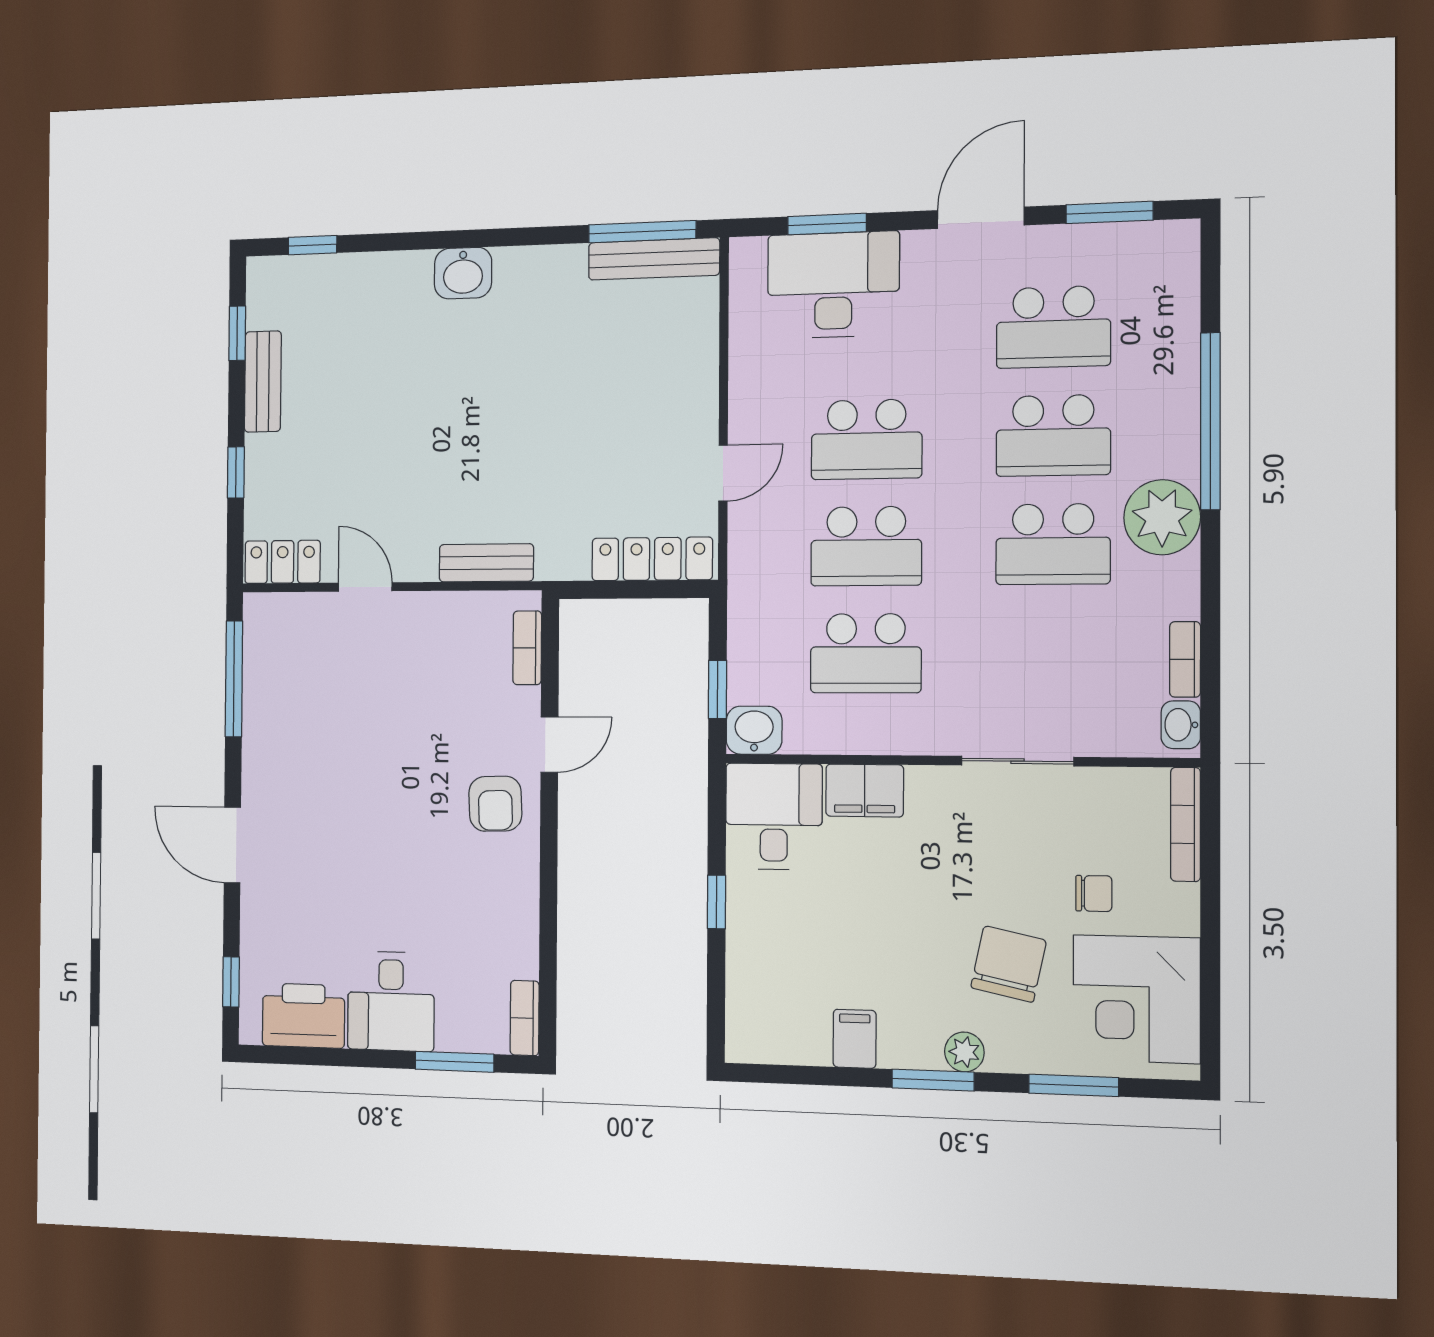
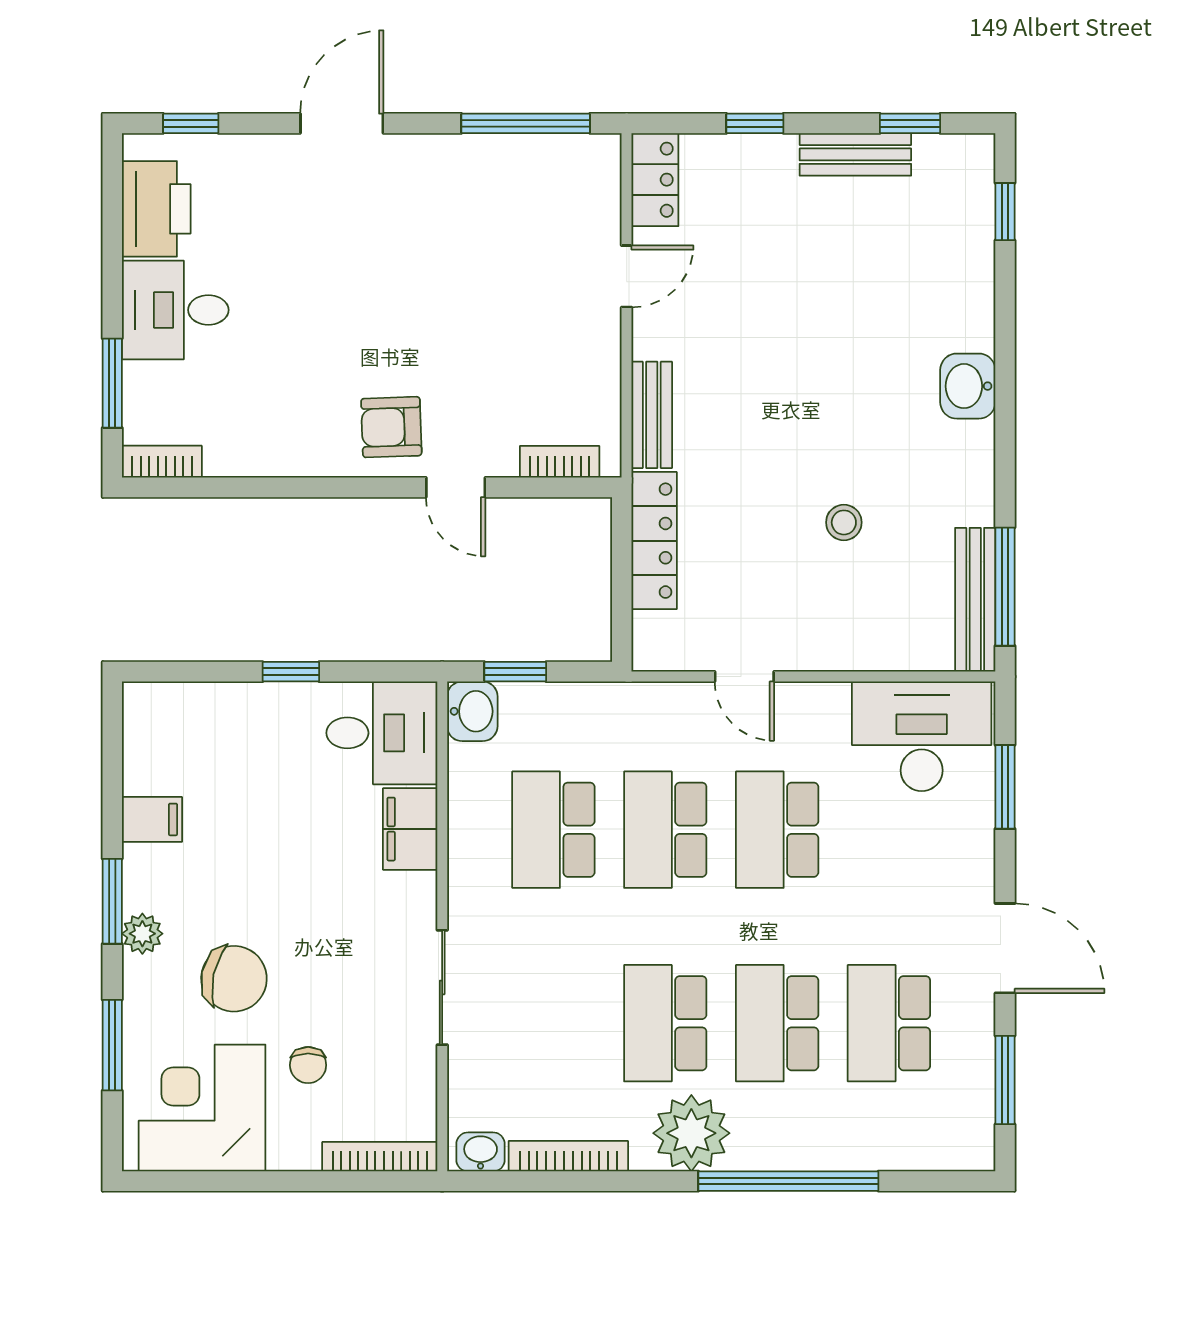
desk: (833, 285) -> (922, 736), moved, turned -90
stool: (583, 383) -> (844, 522), added
locker: (652, 559) -> (654, 541), moved
bookcase: (1185, 659) -> (568, 1156), width x1.56

